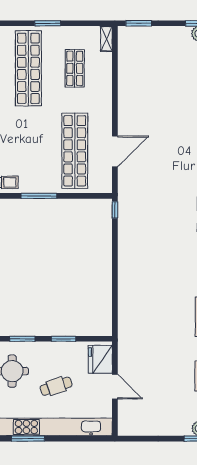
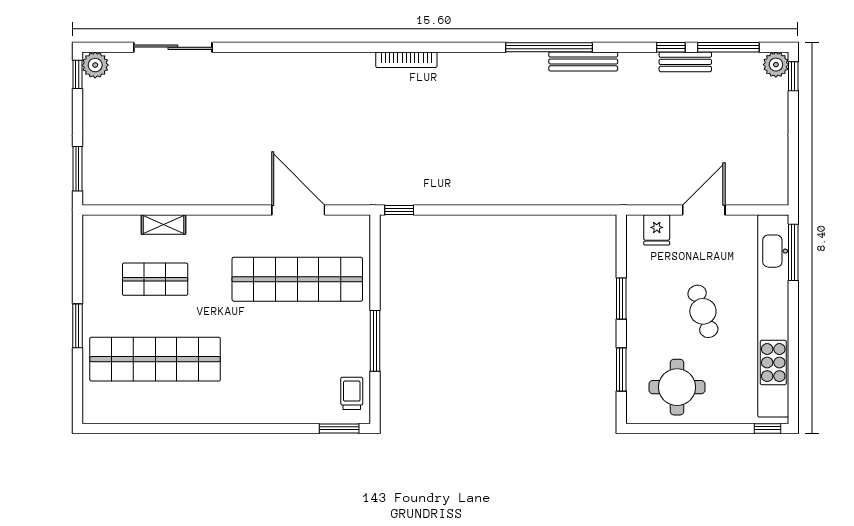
shelving: (106, 39) -> (163, 225), moved
fridge: (100, 359) -> (657, 230), width x0.53, depth x0.75
window: (28, 439) -> (793, 252), moved

